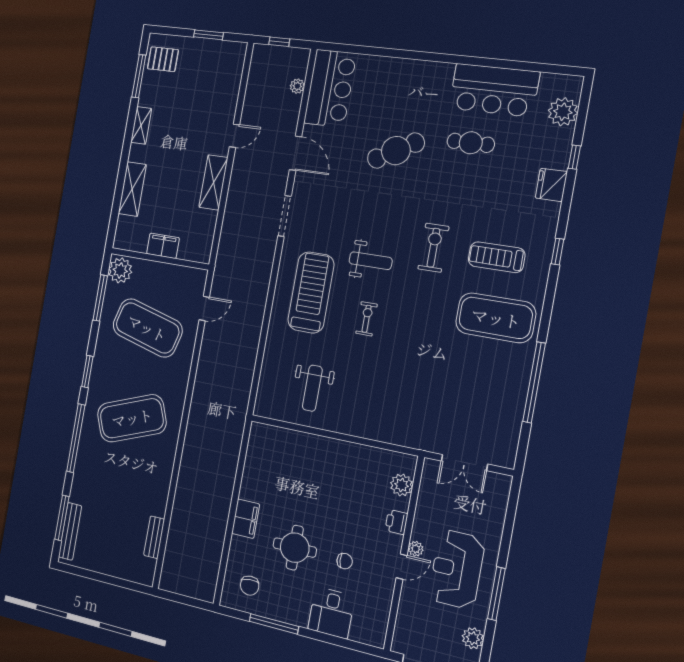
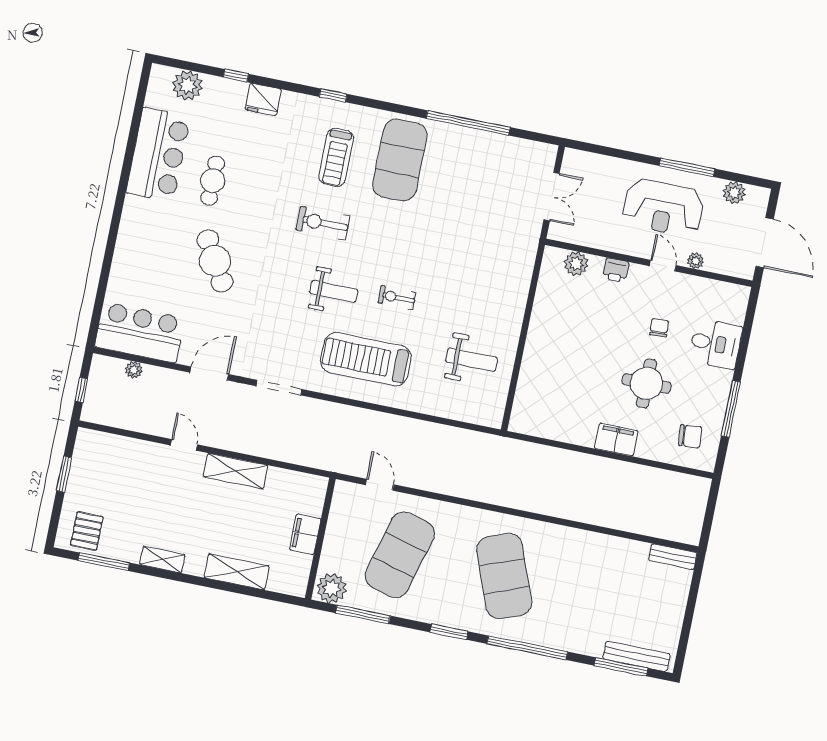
weight bench: (371, 261) -> (334, 292), turned 90
bench: (154, 537) -> (673, 557), moved
plant: (416, 549) -> (696, 261), moved

